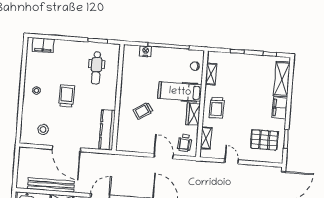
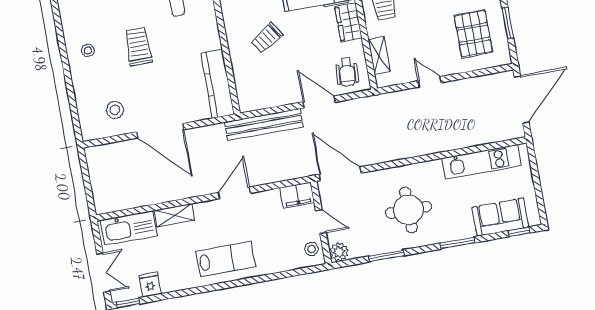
pallet: (264, 140) -> (473, 34), turned 90
bench: (51, 185) -> (264, 124), moved

